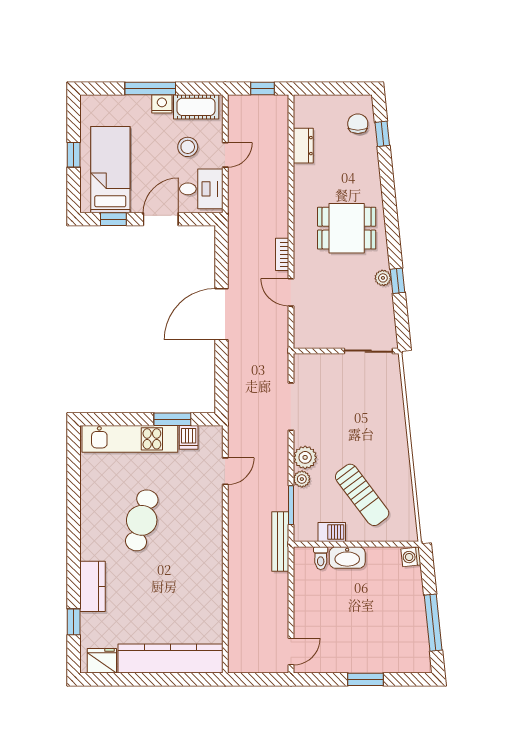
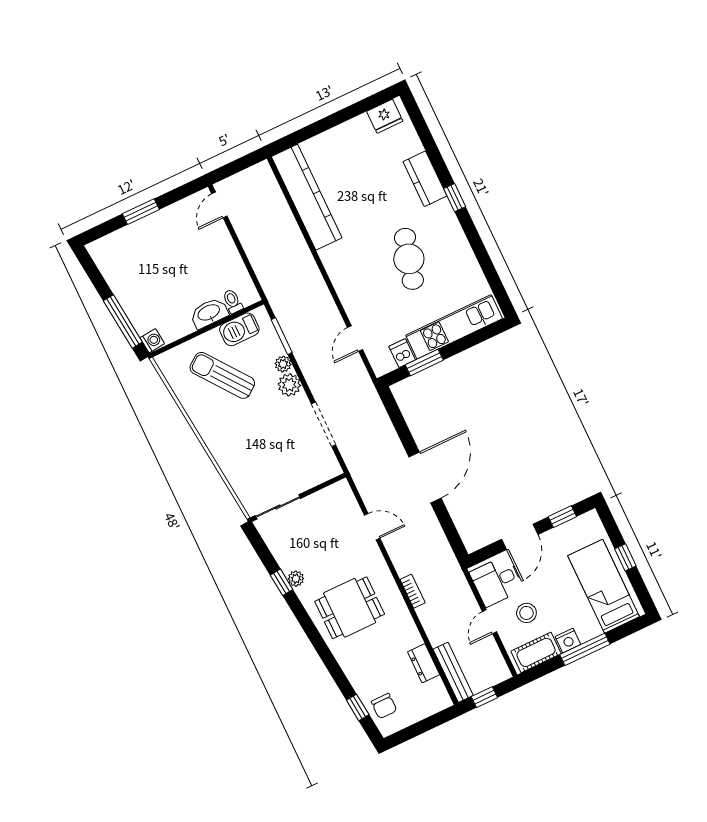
bed: (110, 170) -> (604, 586), moved, turned 180
bookcase: (282, 254) -> (413, 591), moved
barbecue: (332, 532) -> (239, 329), width x1.38, depth x1.27
bench: (280, 541) -> (453, 672), moved
window: (74, 622) -> (455, 198), moved
window: (433, 623) -> (123, 321), moved
kitchen counter: (170, 659) -> (307, 197), moved, turned -90

